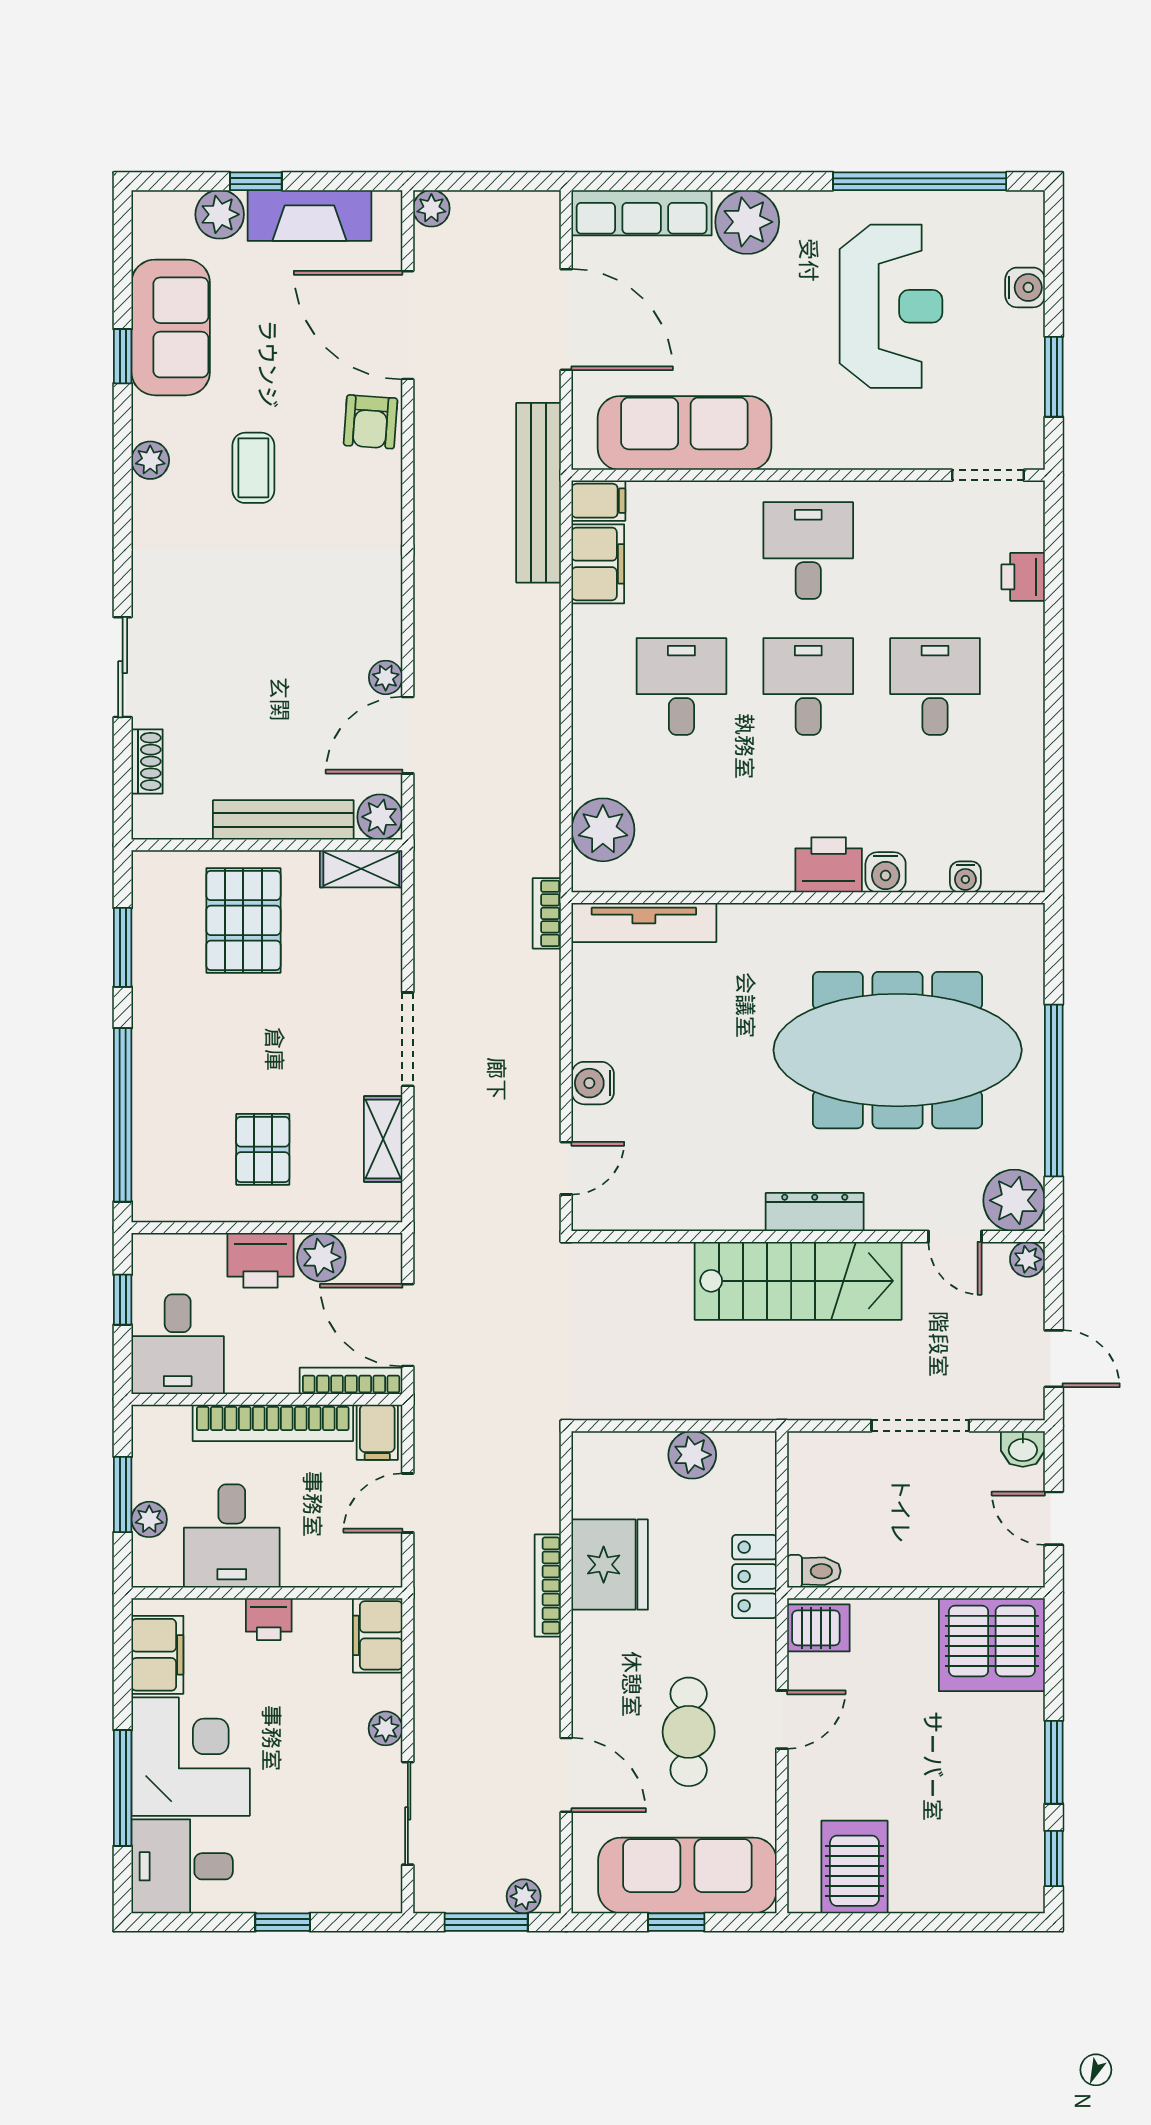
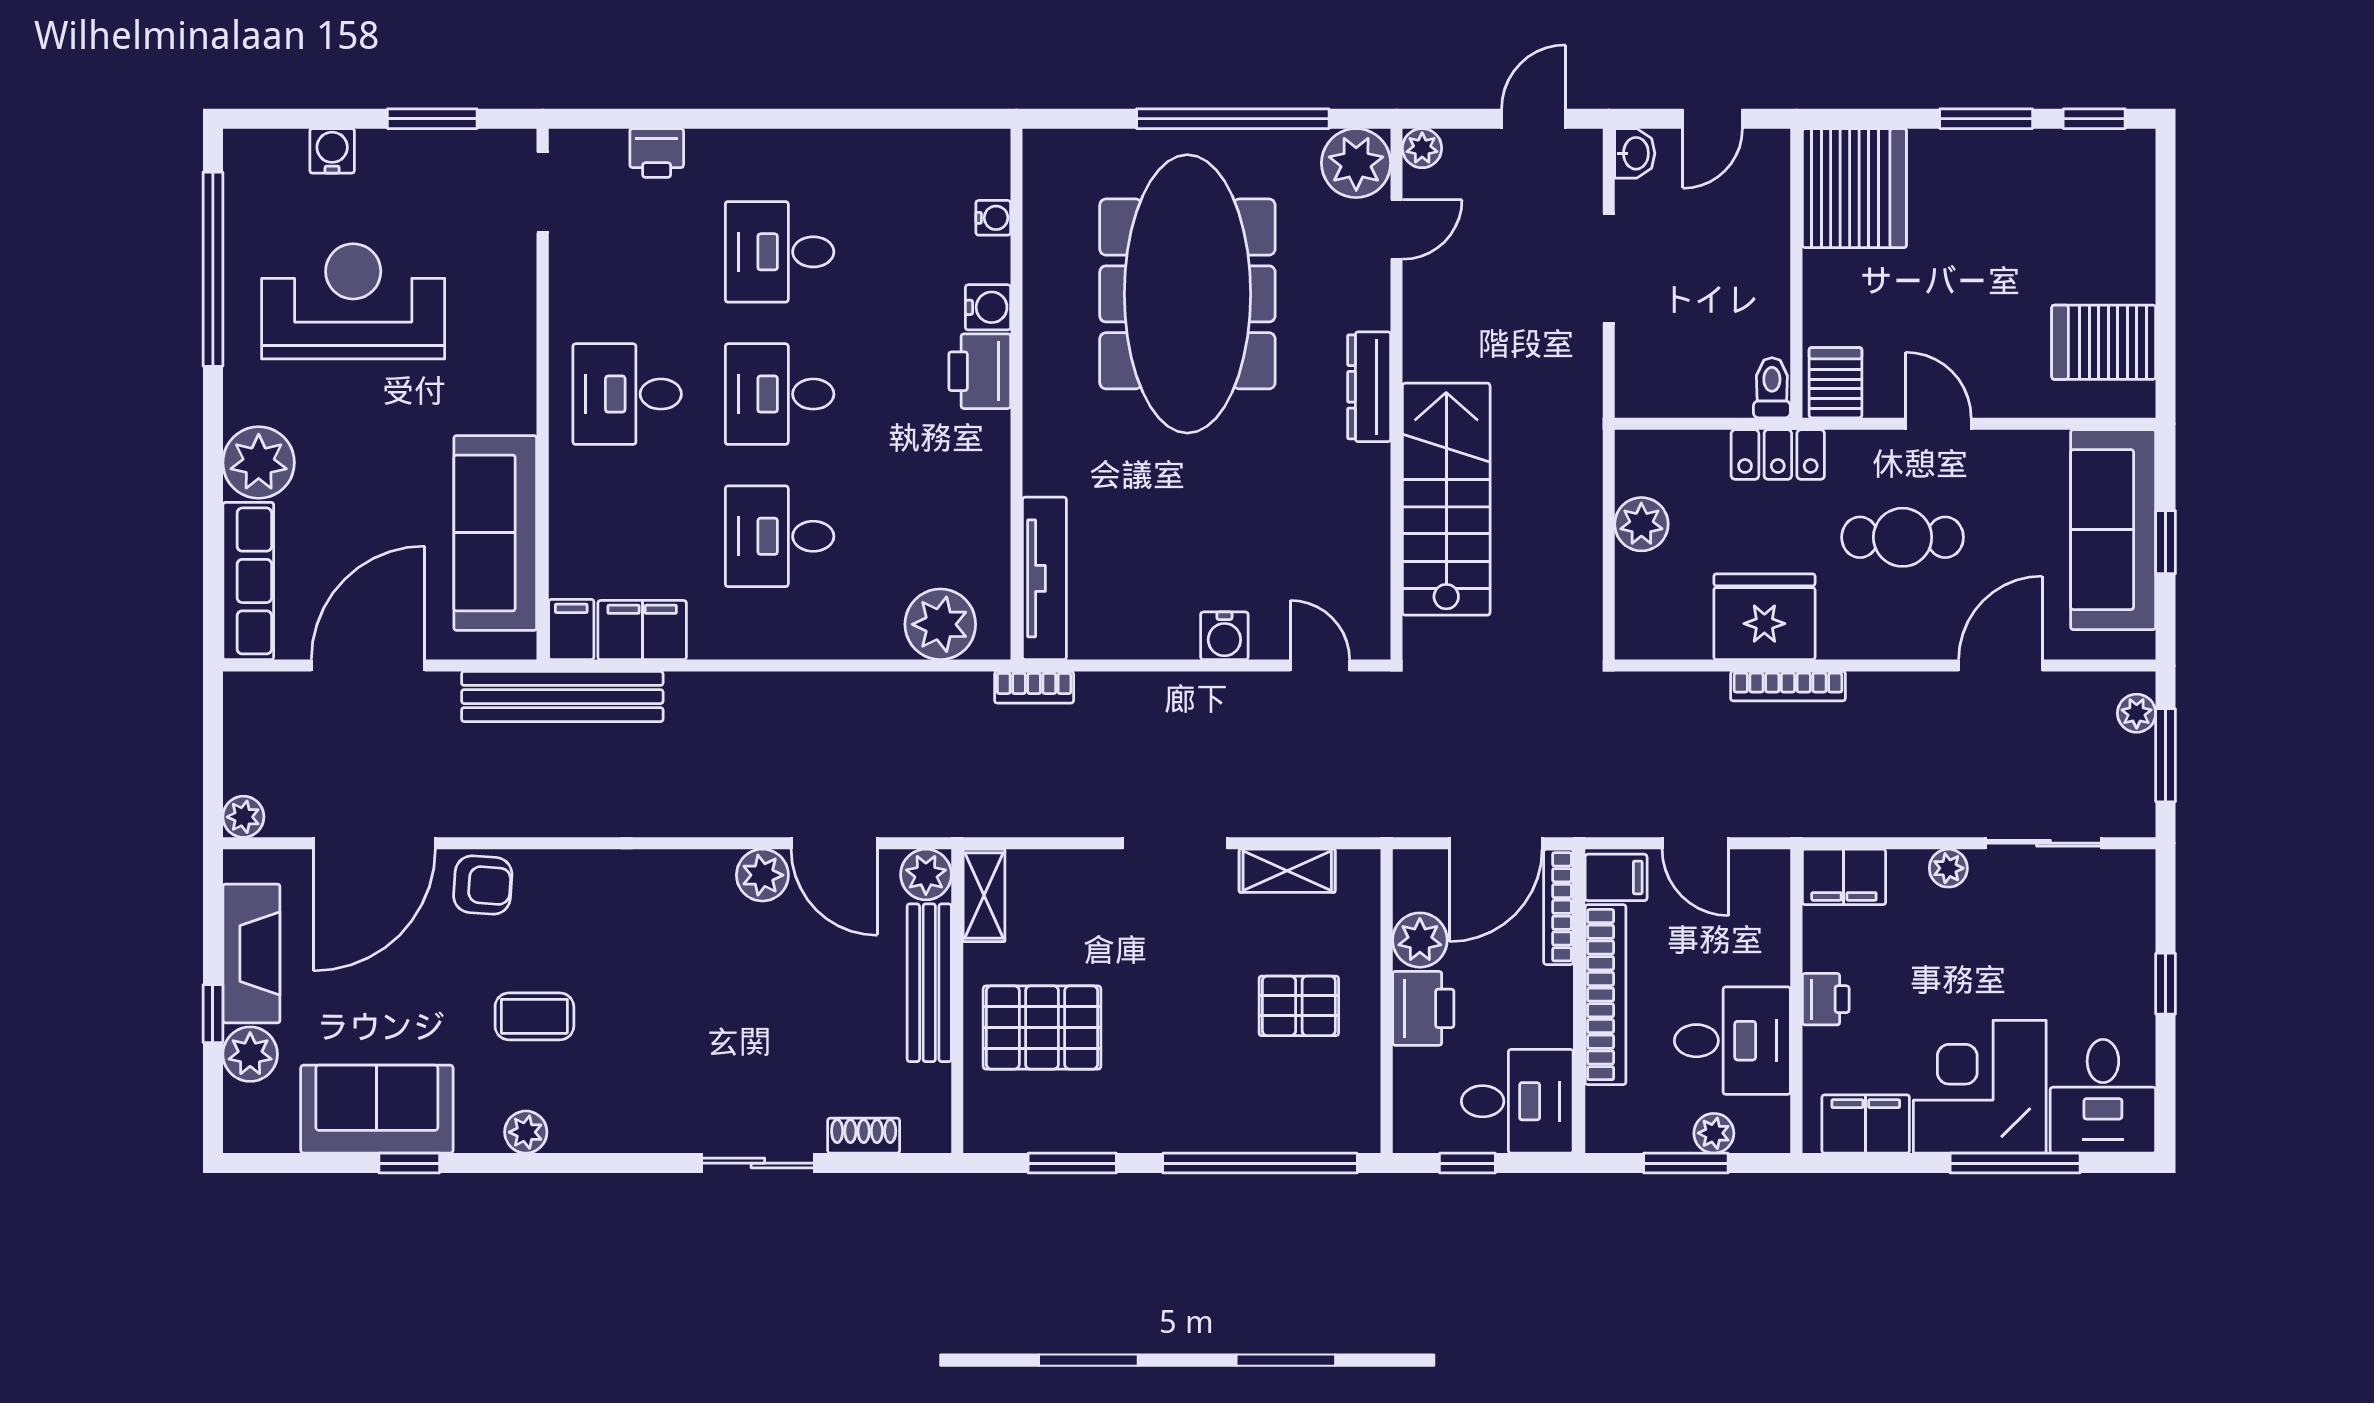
plant: (386, 677) -> (762, 875), width x1.38, depth x1.38
stairs: (798, 1281) -> (1446, 499), moved
cafe table: (689, 1732) -> (1903, 537), moved

